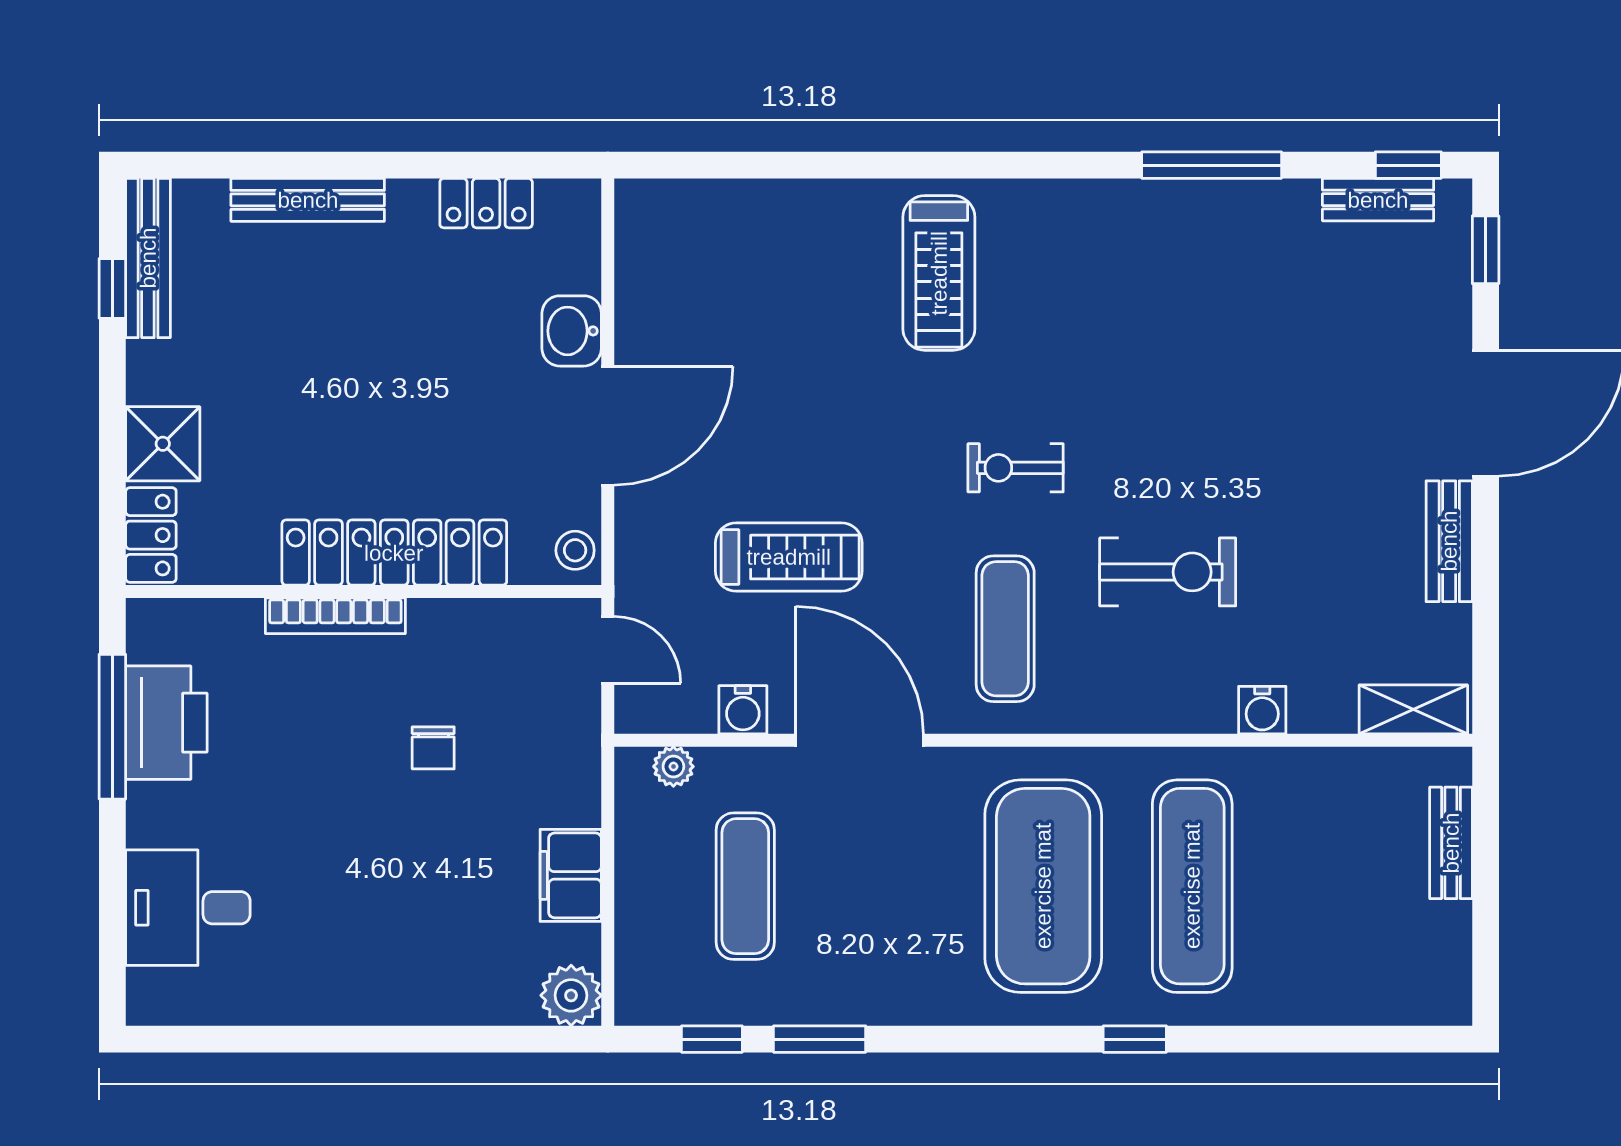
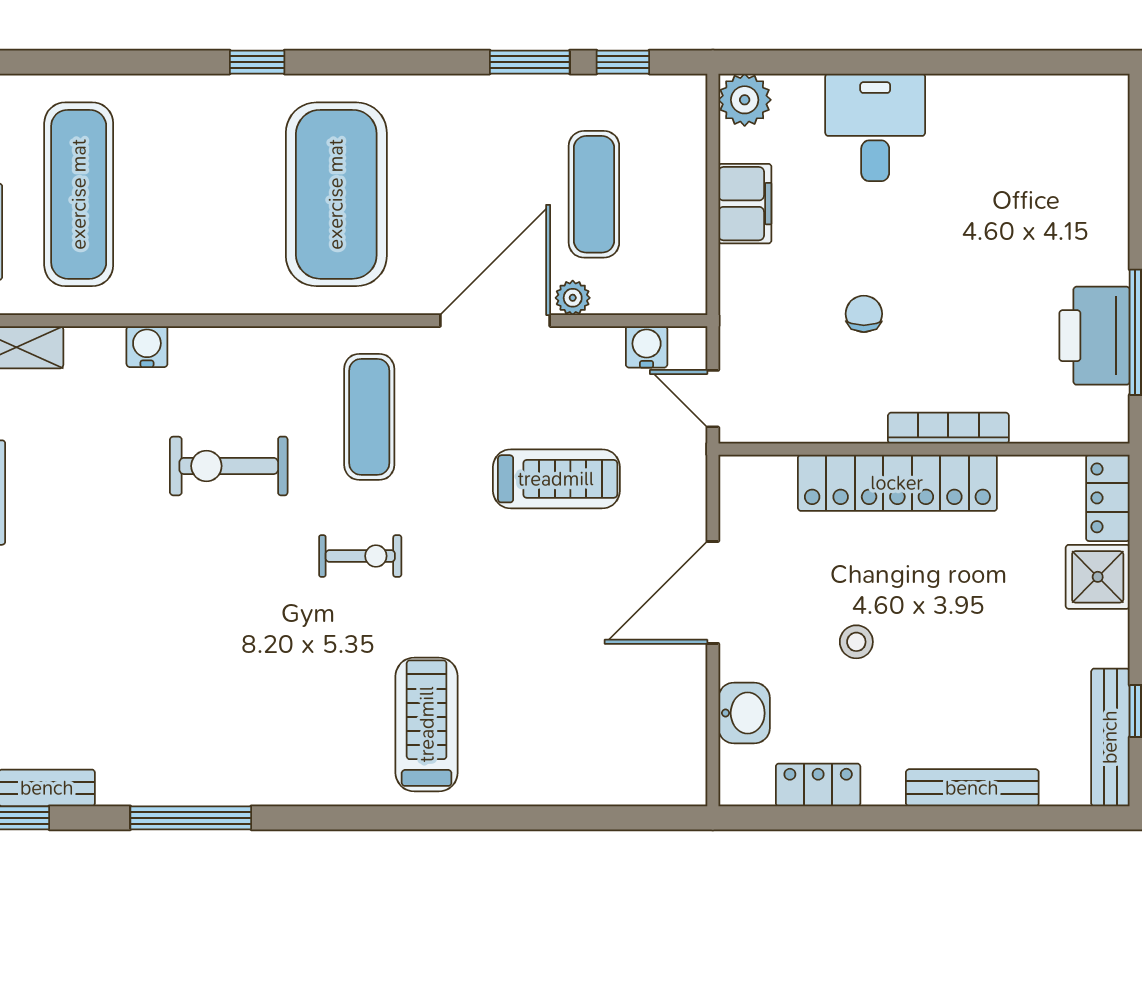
washbasin: (572, 331) -> (744, 713), moved
stool: (575, 550) -> (856, 642), moved
treadmill: (789, 557) -> (556, 479), turned 180
water cooler: (743, 710) -> (647, 347), moved
door: (860, 740) -> (495, 321), swing flipped
plant: (673, 766) -> (573, 298), moved
exercise mat: (1192, 886) -> (79, 194), moved
desk: (188, 908) -> (875, 127), moved, turned -90

